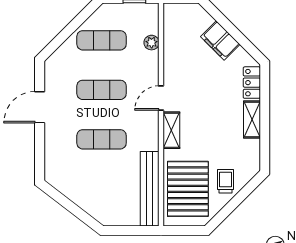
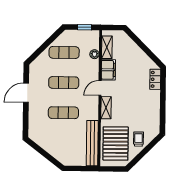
filing cabinet: (220, 41) -> (108, 70), moved, turned -135
shelving: (252, 119) -> (107, 47), moved

